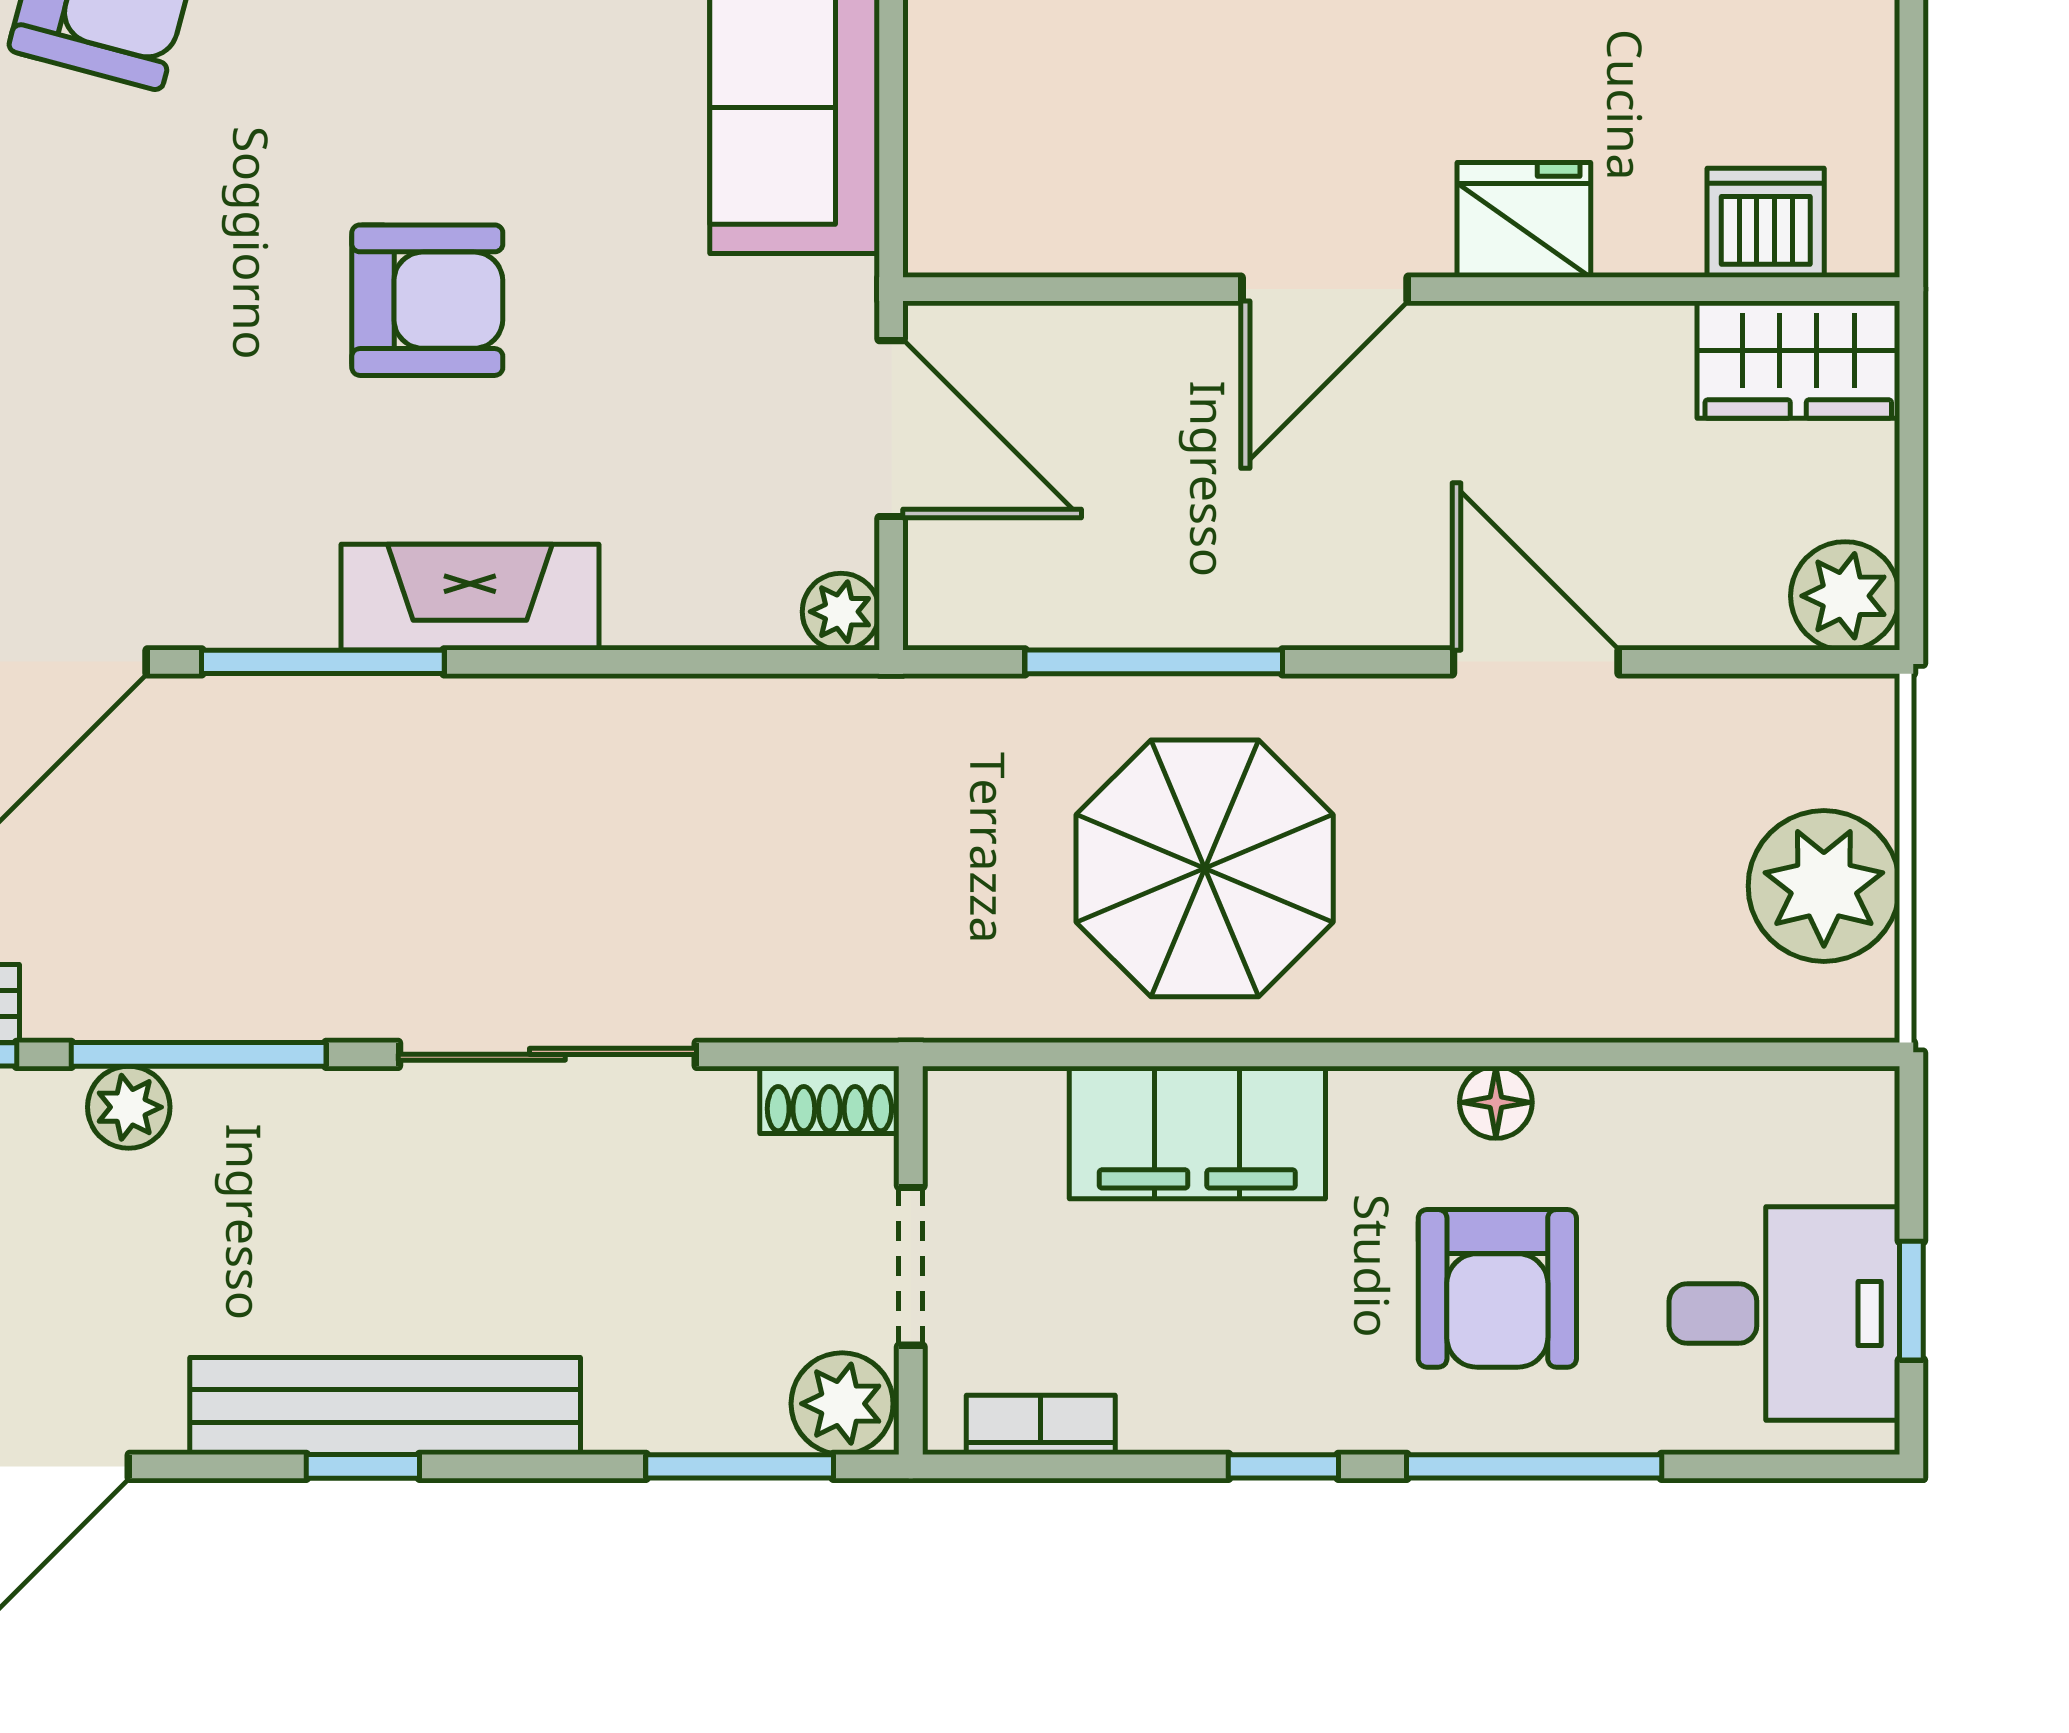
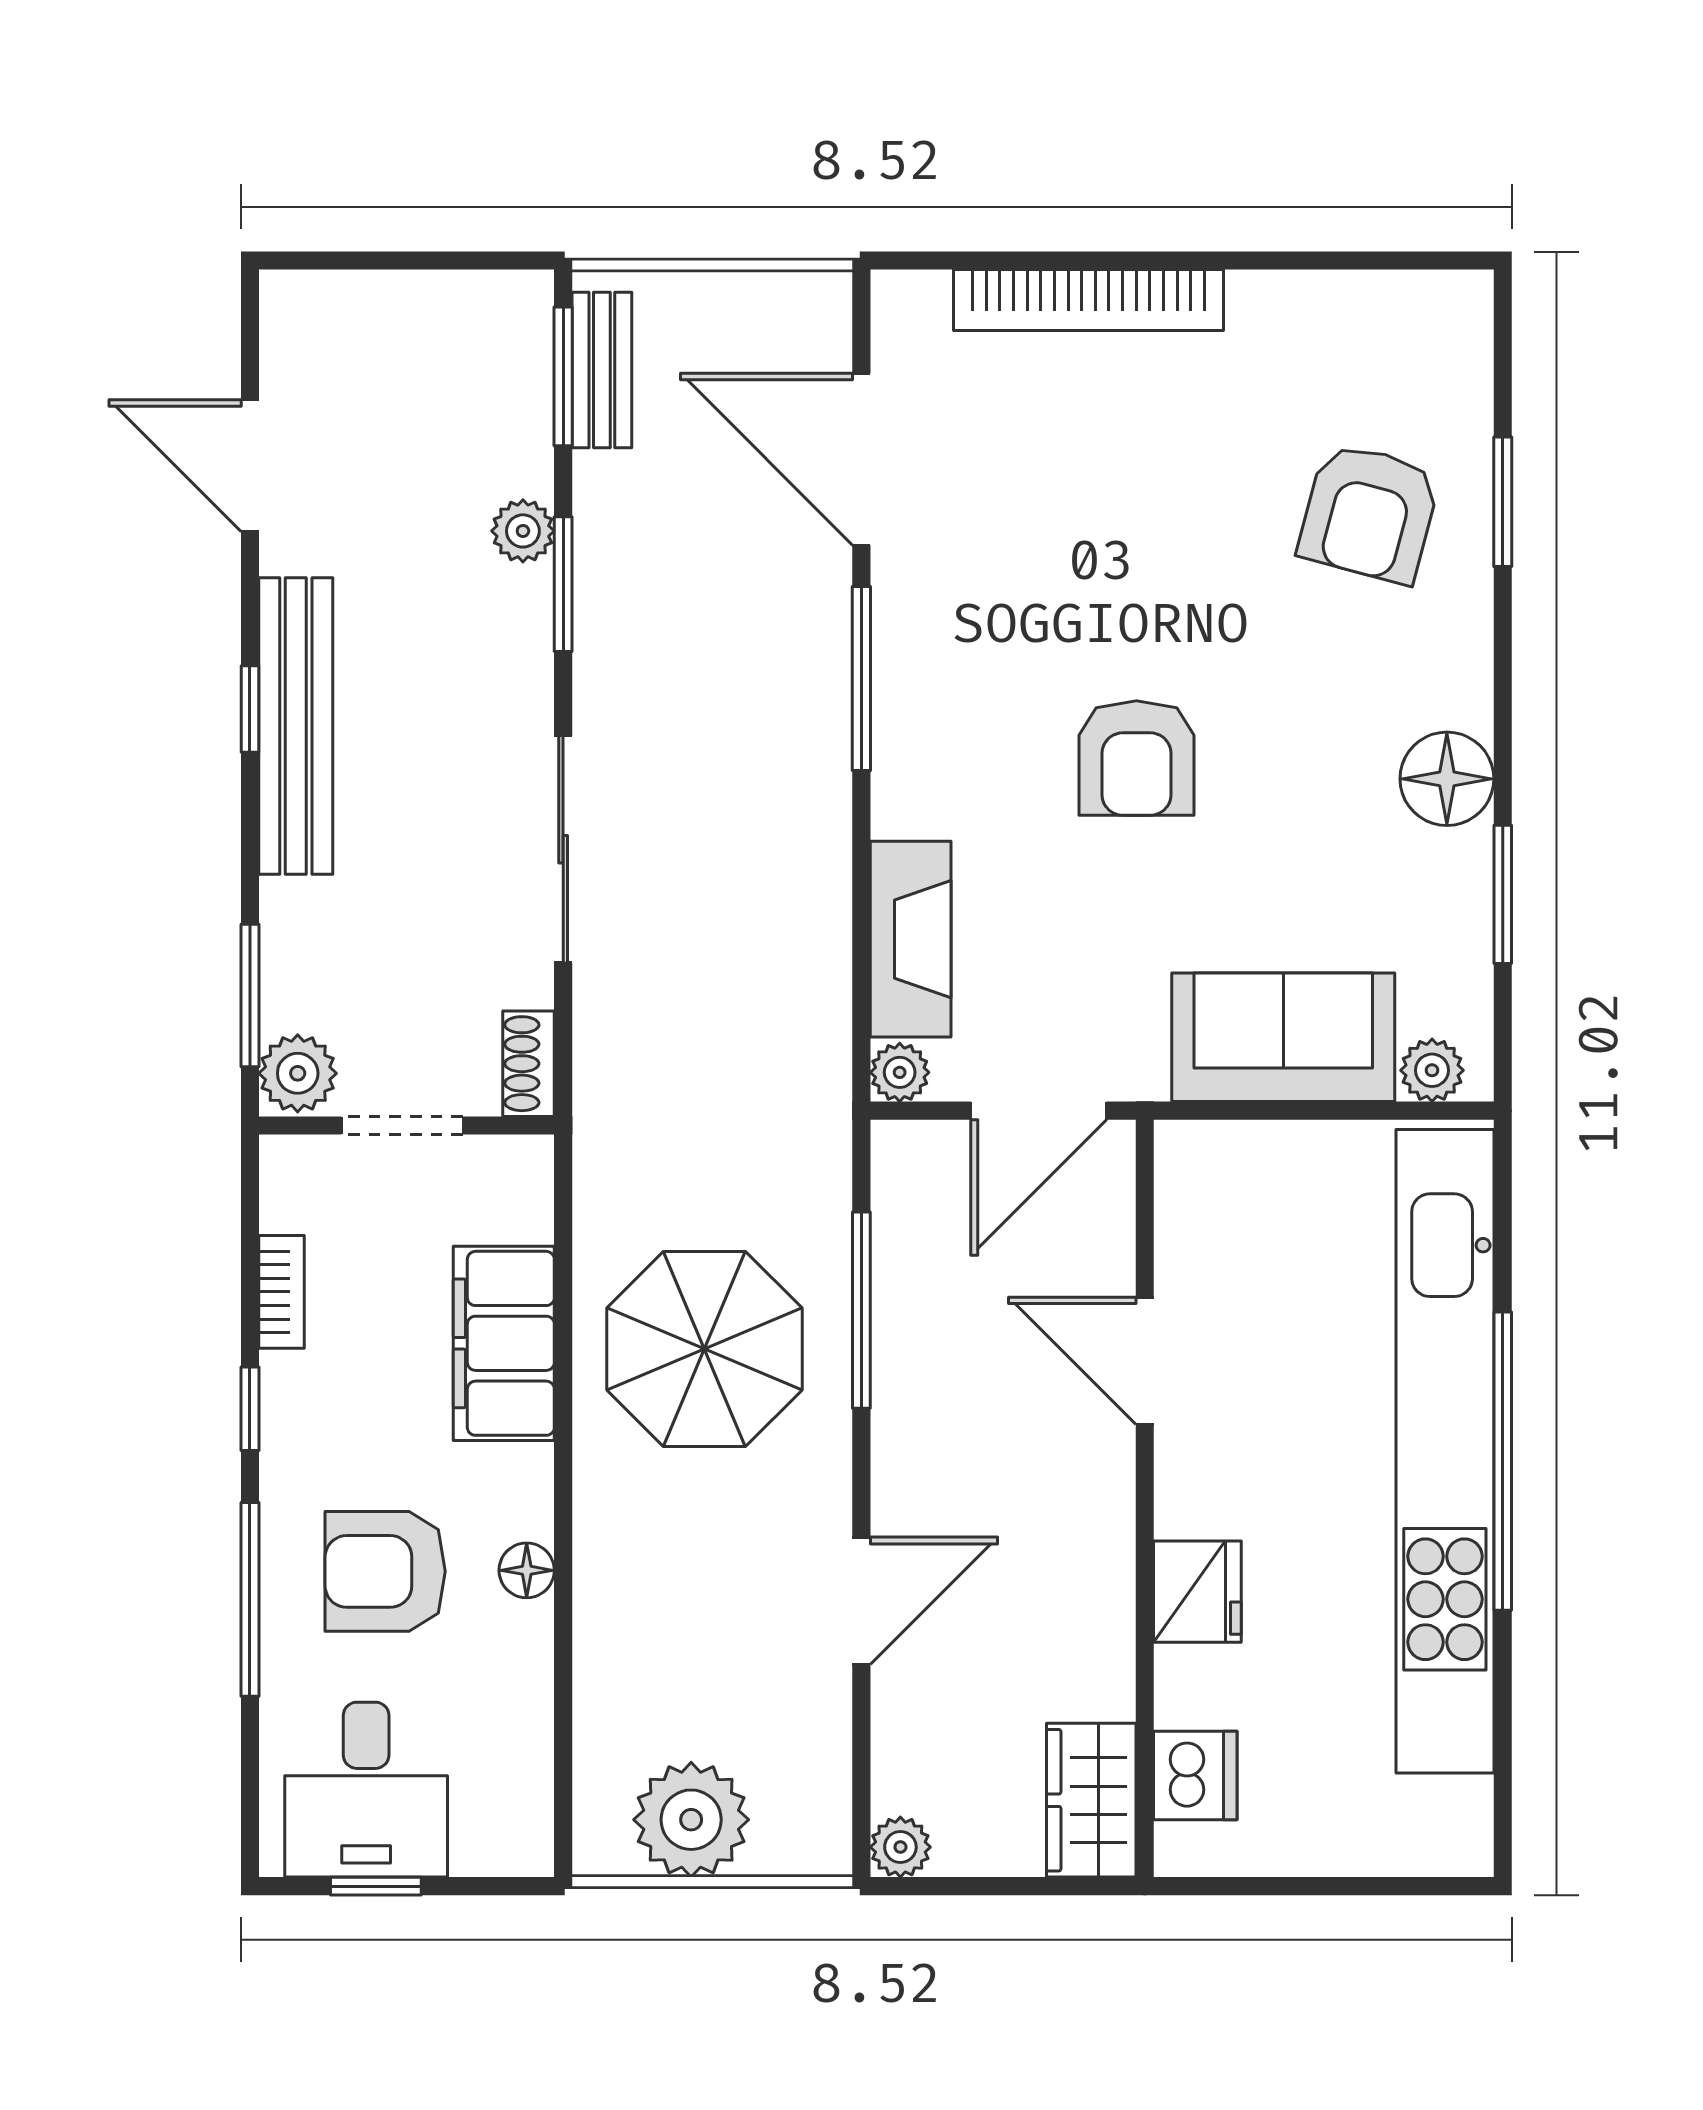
door: (1325, 289) -> (1145, 1361), moved
plant: (1845, 596) -> (900, 1847), width x0.73, depth x0.73
fireplace: (470, 597) -> (911, 939), moved
window: (199, 1054) -> (563, 584), width x0.69
bookcase: (1041, 1425) -> (282, 1292), moved

